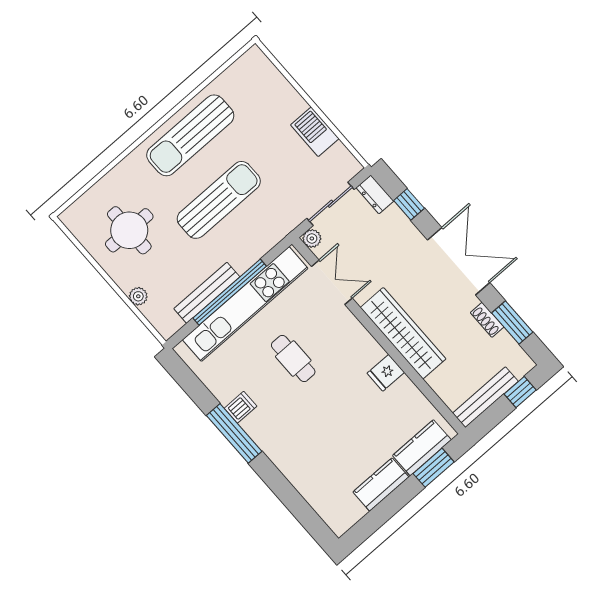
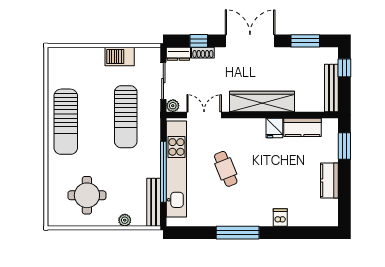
sun lounger: (219, 200) -> (126, 117), moved, turned 180
bench: (207, 293) -> (154, 202), moved
shoe rack: (487, 320) -> (203, 53), moved
cafe table: (293, 358) -> (226, 169), turned 68
dishwasher: (241, 407) -> (280, 218), moved
kitchen counter: (422, 448) -> (302, 127), moved, turned -90

